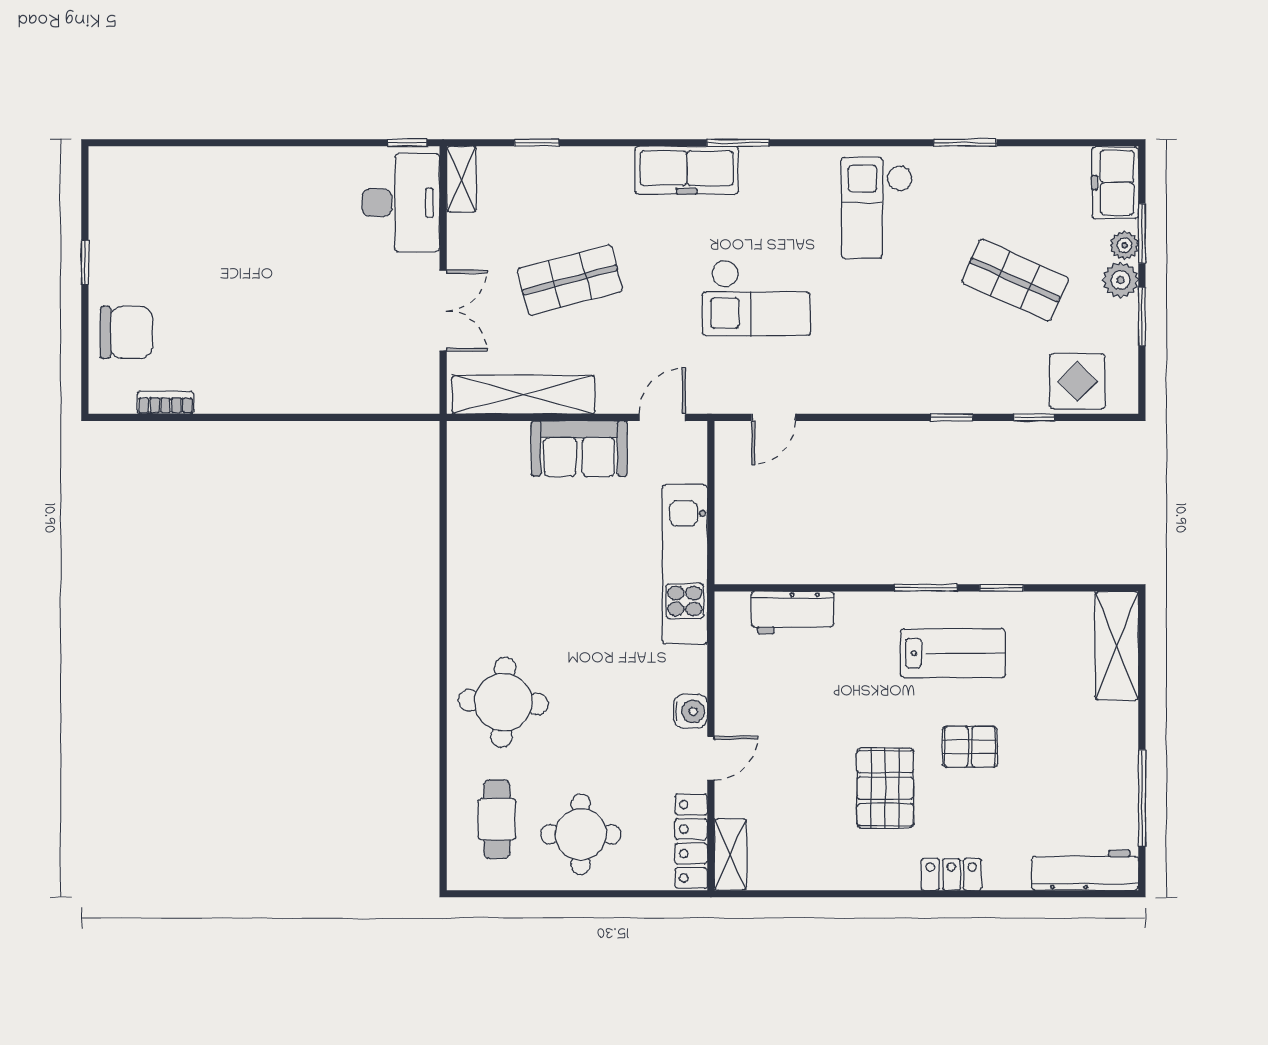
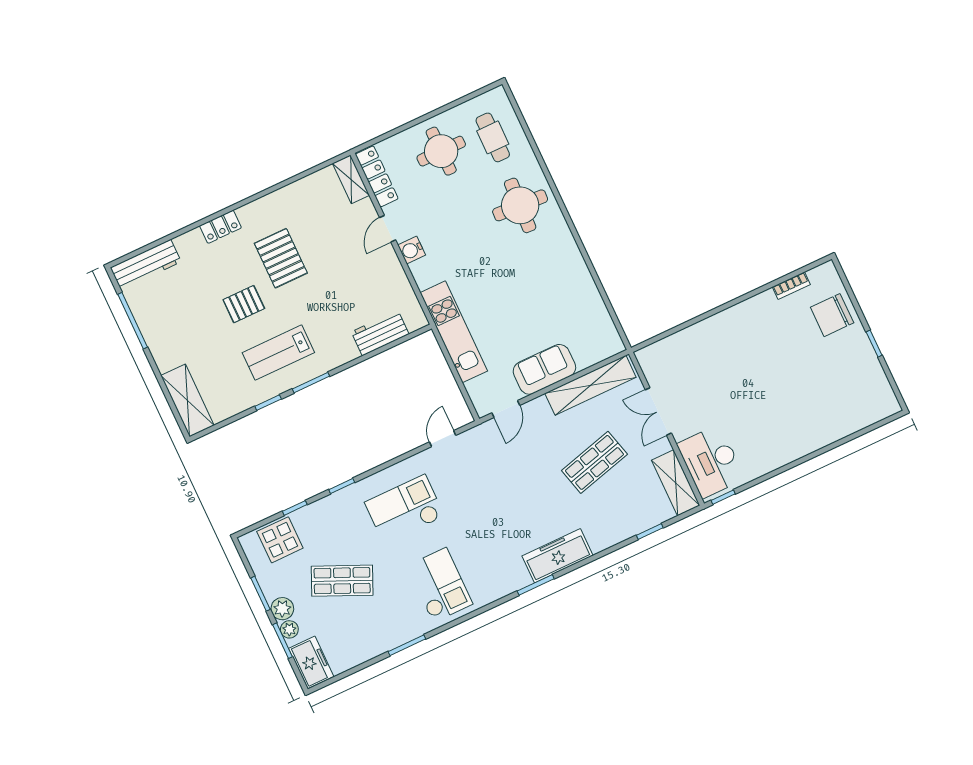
shelving: (461, 179) -> (676, 483), width x1.50, depth x1.33
checkout: (756, 298) -> (405, 509), moved

